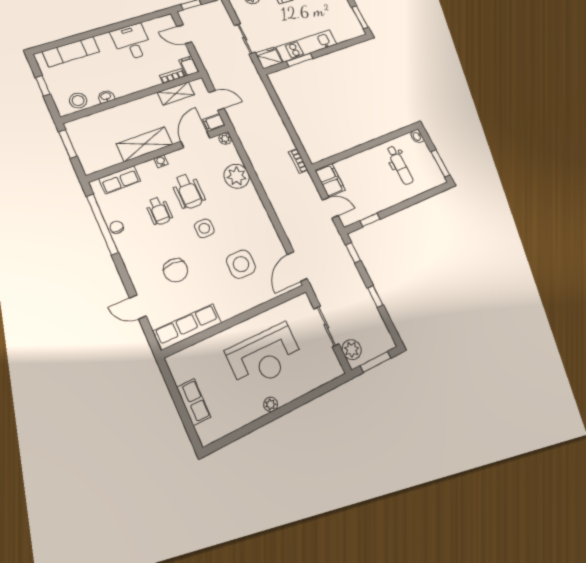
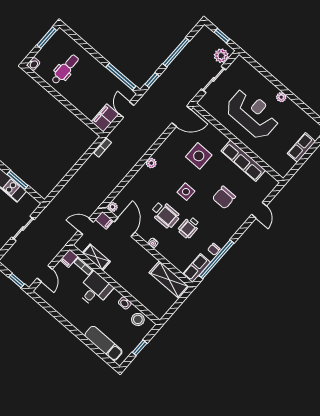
desk: (132, 42) -> (95, 290), moved, turned 180
fridge: (269, 58) -> (29, 204), removed
door: (216, 100) -> (86, 226), hinge flipped
door: (195, 140) -> (125, 227), swing flipped
window: (68, 144) -> (173, 310), removed
shelving: (145, 144) -> (169, 280), moved
plant: (237, 176) -> (151, 163), moved, width x0.53, depth x0.53
row of seats: (120, 180) -> (197, 268), moved, turned -90
wheelchair: (188, 191) -> (165, 215), turned 90
wheelchair: (159, 211) -> (189, 227), turned 180
window: (370, 220) -> (121, 77), width x2.17
chair: (176, 270) -> (224, 197), turned 180
window: (375, 296) -> (176, 52), width x2.17
row of seats: (188, 327) -> (243, 161), moved
window: (376, 362) -> (222, 36), width x0.67

